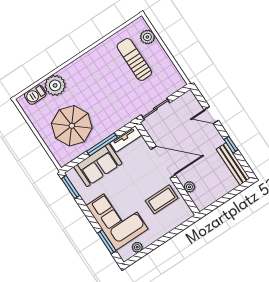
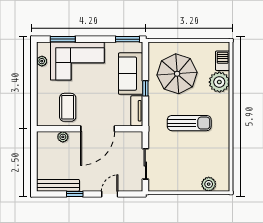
sun lounger: (134, 59) -> (189, 123), moved
sliding door: (155, 109) -> (145, 164), moved
window: (102, 144) -> (145, 88), width x0.46

